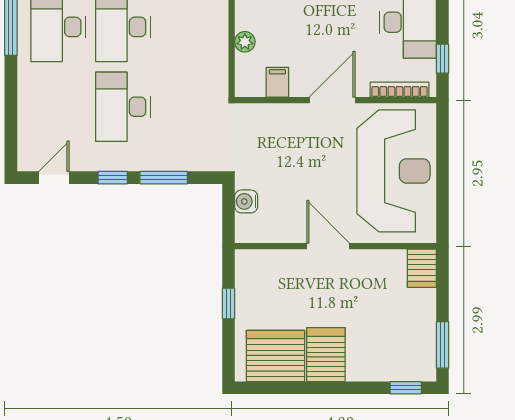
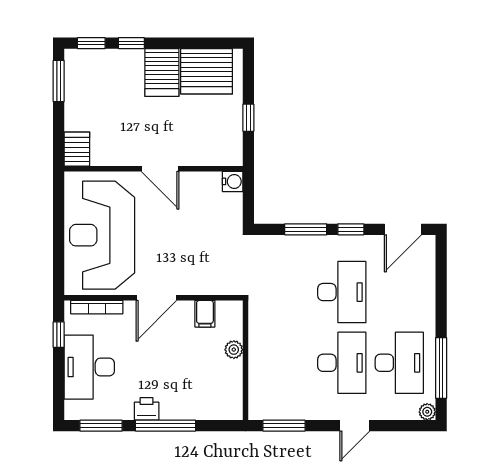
door: (54, 178) -> (403, 229), width x1.38
water cooler: (246, 201) -> (233, 181), moved
window: (360, 388) -> (131, 43), added

